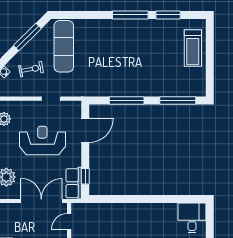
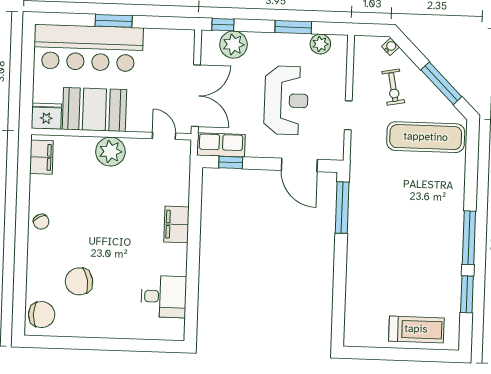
treadmill: (193, 48) -> (416, 329), turned 180
window: (127, 101) -> (342, 208), moved
window: (178, 101) -> (339, 304), removed
filing cabinet: (128, 211) -> (176, 224), added
desk: (192, 218) -> (164, 297), moved

